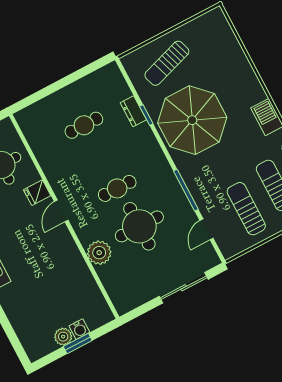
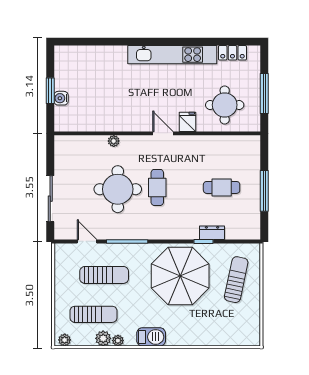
sun lounger: (167, 63) -> (236, 280), turned 30
window: (65, 82) -> (264, 191), added
cafe table: (84, 125) -> (222, 187), turned 90
sun lounger: (246, 209) -> (104, 275), moved
plant: (99, 253) -> (114, 141), width x0.53, depth x0.53
plant: (63, 337) -> (62, 82), removed

